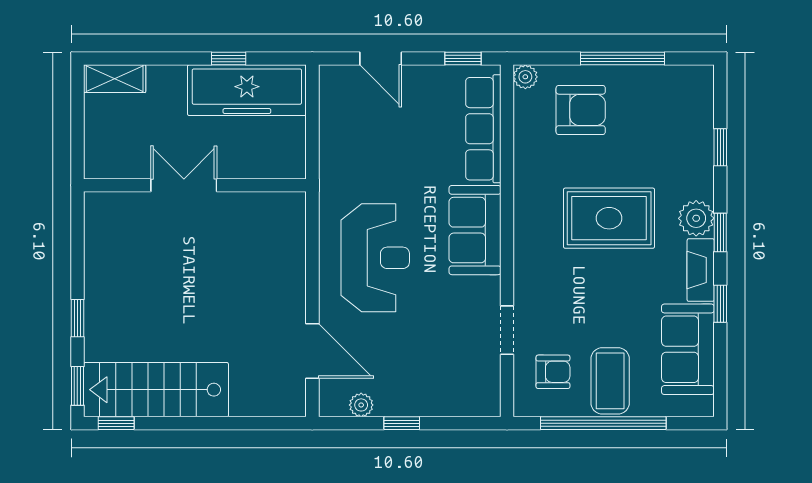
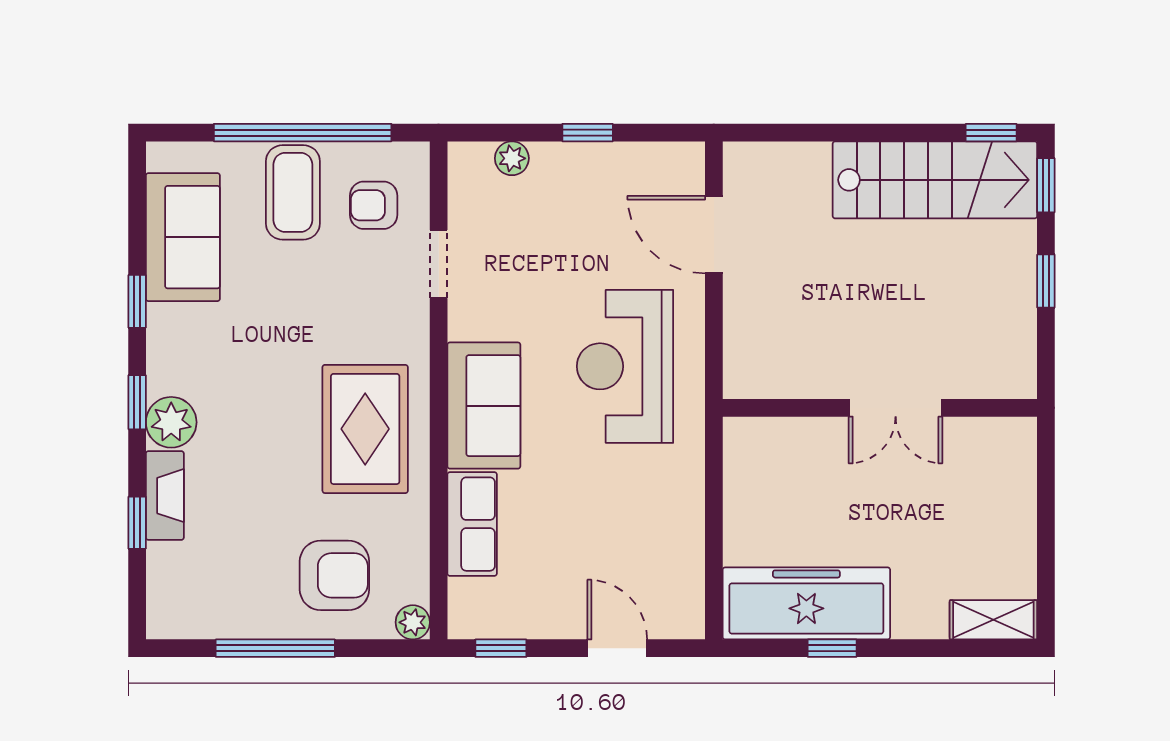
armchair: (581, 110) -> (334, 575), turned 180
row of seats: (483, 129) -> (472, 524), width x0.68
double door: (184, 185) -> (896, 408), moved
wall: (195, 185) -> (880, 408), moved
rug: (609, 218) -> (365, 429), moved, turned 90
fireplace: (701, 270) -> (165, 496), moved
plant: (361, 405) -> (512, 158), moved

